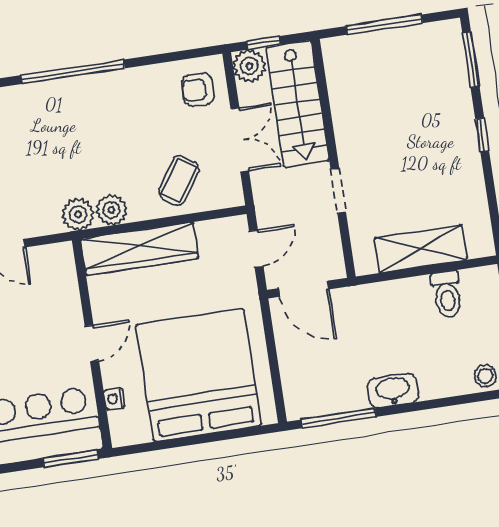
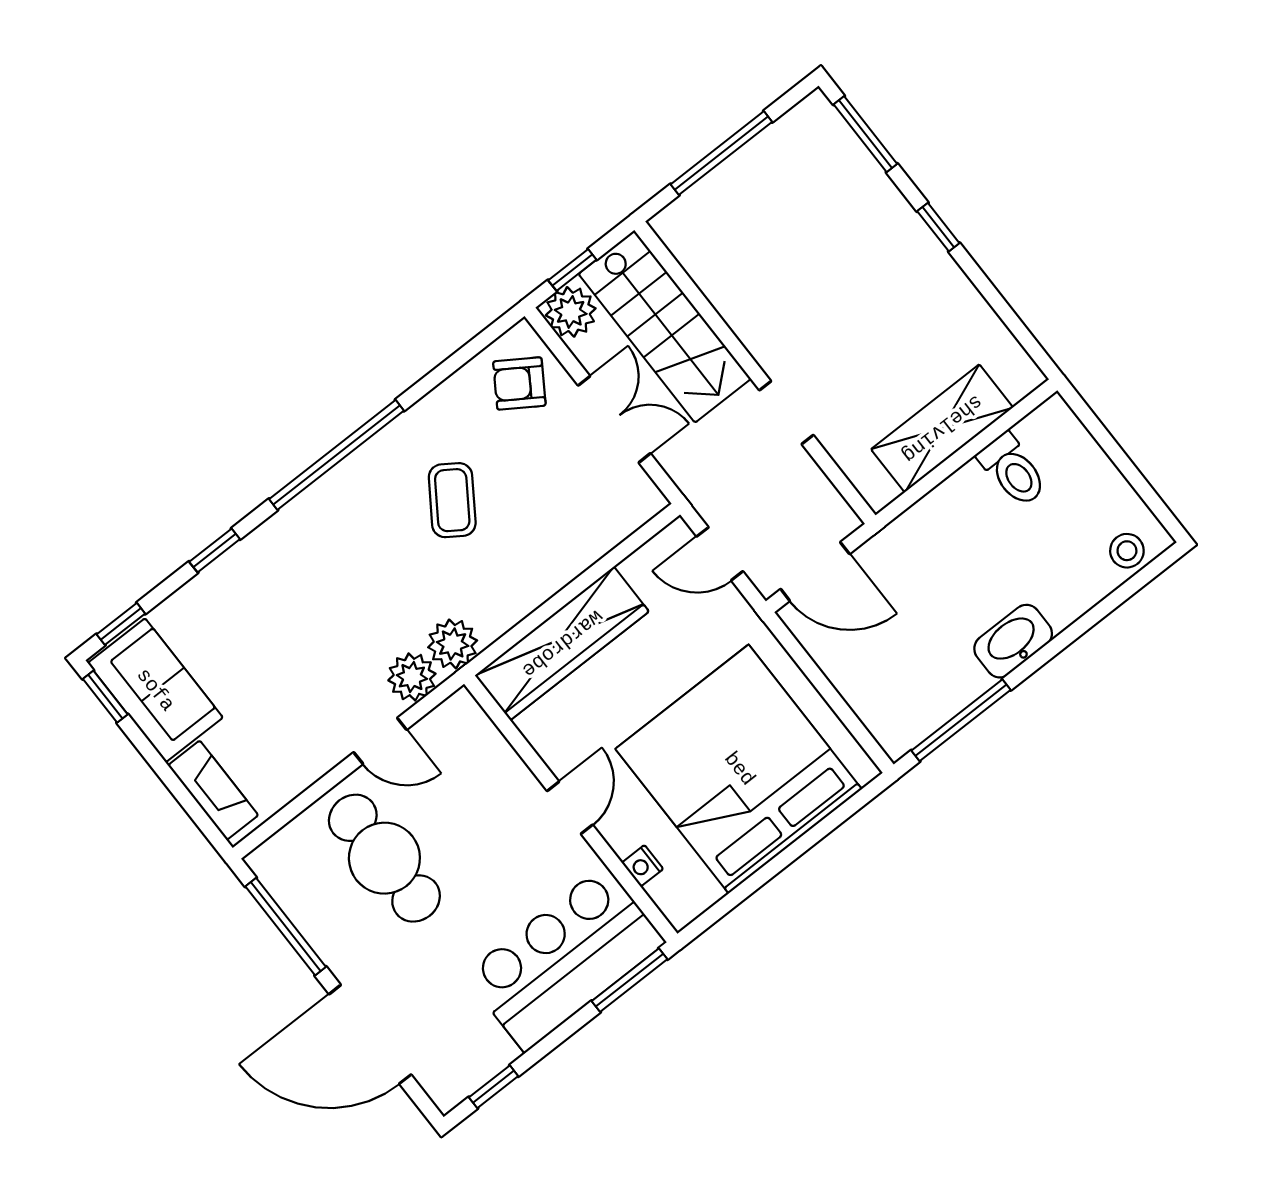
armchair: (198, 90) -> (519, 383), turned 33
coffee table: (179, 180) -> (452, 500), moved
plant: (111, 210) -> (412, 677), moved
door: (256, 249) -> (720, 554), swing flipped

